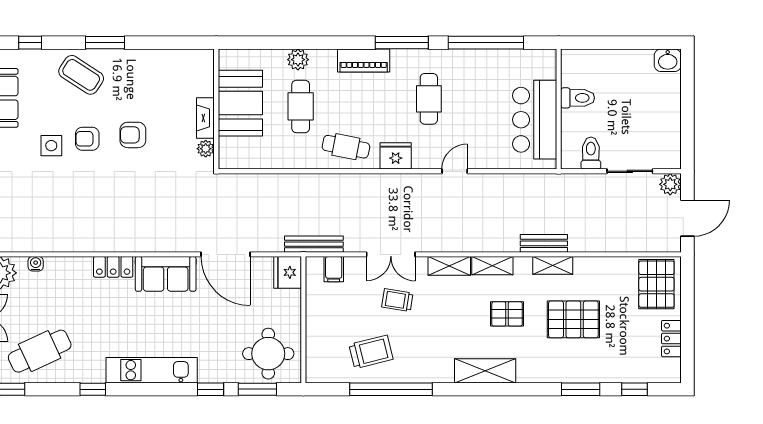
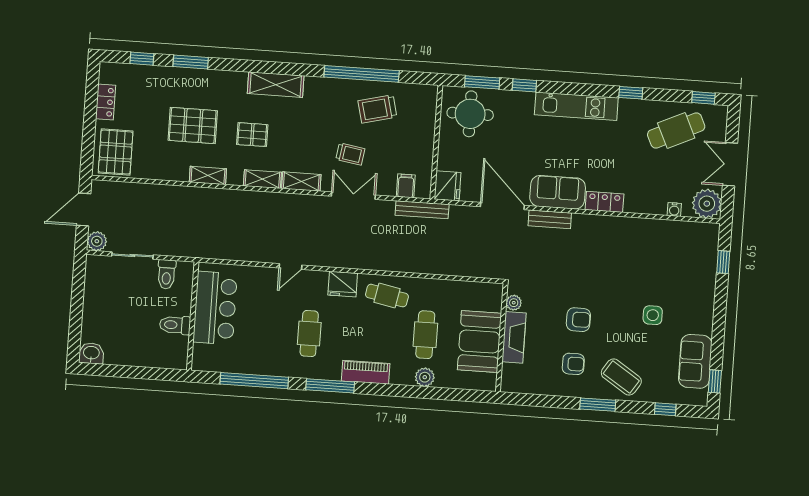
fireplace: (205, 118) -> (514, 337), width x1.37, depth x1.32
armchair: (87, 139) -> (573, 364), moved
bench: (544, 243) -> (550, 219), moved

